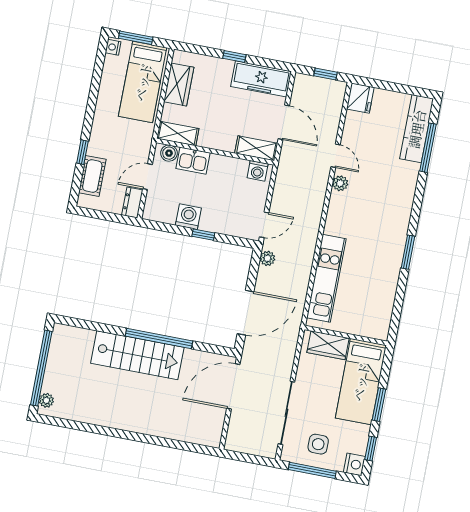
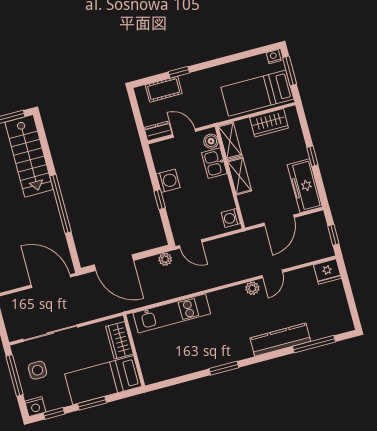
kitchen counter: (417, 129) -> (280, 340), moved
shelving: (256, 148) -> (239, 176), moved
stairs: (137, 355) -> (29, 156), moved

